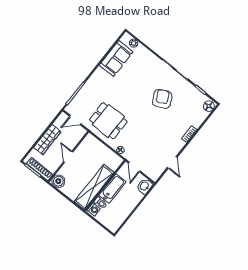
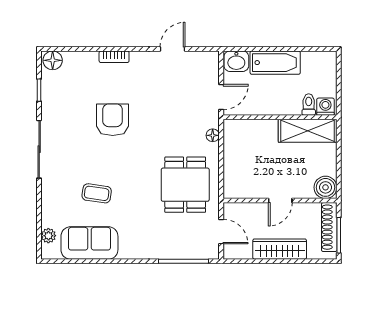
coffee table: (135, 79) -> (97, 193), added
armchair: (162, 99) -> (113, 120), moved, turned 117
shelving: (94, 187) -> (308, 131), width x0.68
bathtub: (112, 189) -> (275, 63), moved, turned 180

